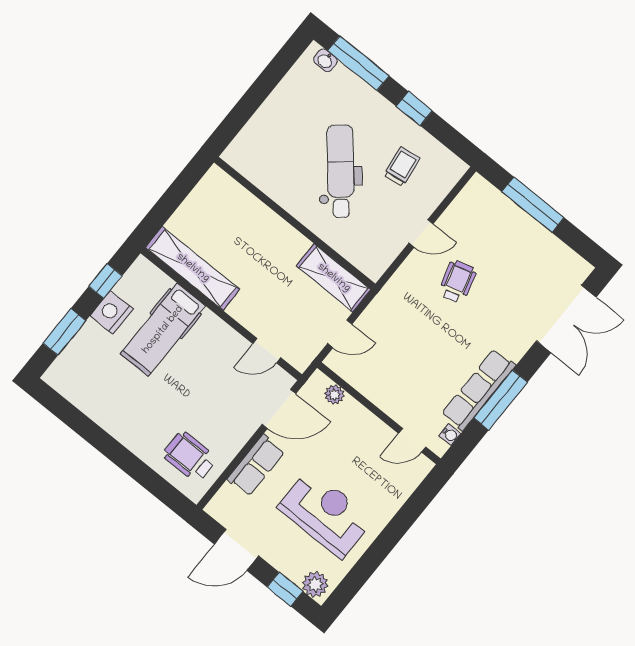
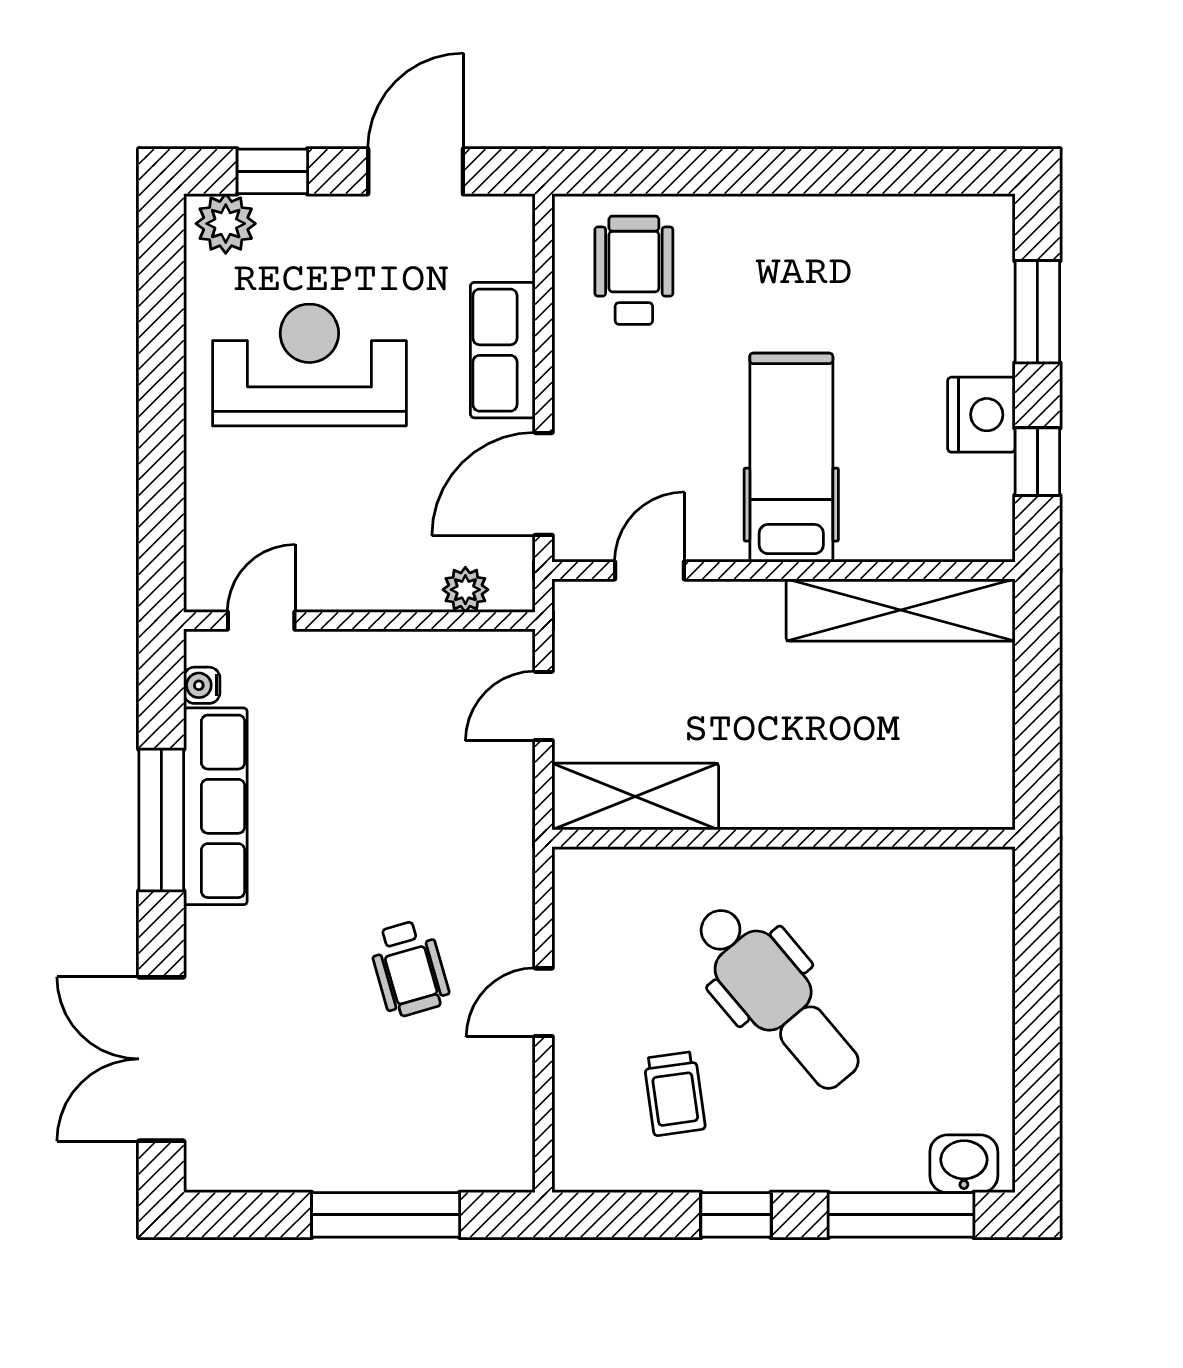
washbasin: (325, 60) -> (964, 1164), width x1.38, depth x1.45
hospital bed: (163, 330) -> (791, 458), moved
wheelchair: (190, 457) -> (634, 270), turned -90
reception desk: (326, 513) -> (309, 365), turned 180

